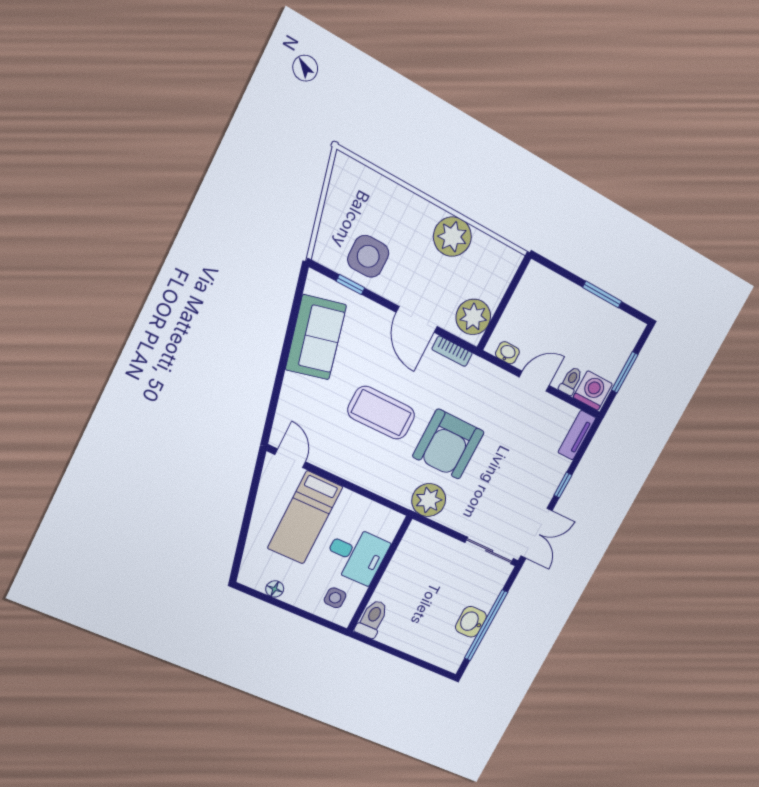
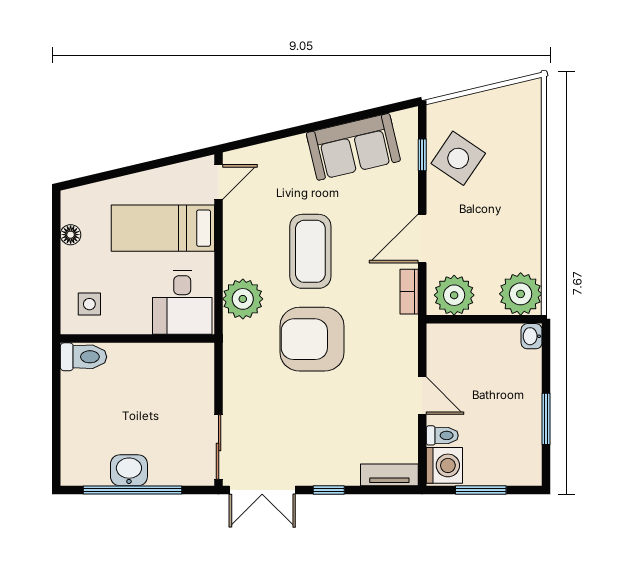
plant: (452, 237) -> (521, 294), moved
side table: (368, 256) -> (458, 158), turned 34
washbasin: (507, 353) -> (532, 336), moved, turned 180
plant: (429, 500) -> (243, 299), moved
desk: (356, 555) -> (182, 302), moved

